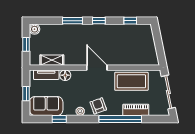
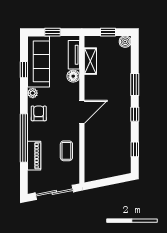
coffee table: (131, 81) -> (66, 151), width x0.54, depth x0.58
sofa: (46, 106) -> (39, 61), width x1.36
armchair: (98, 106) -> (39, 113), turned -70

